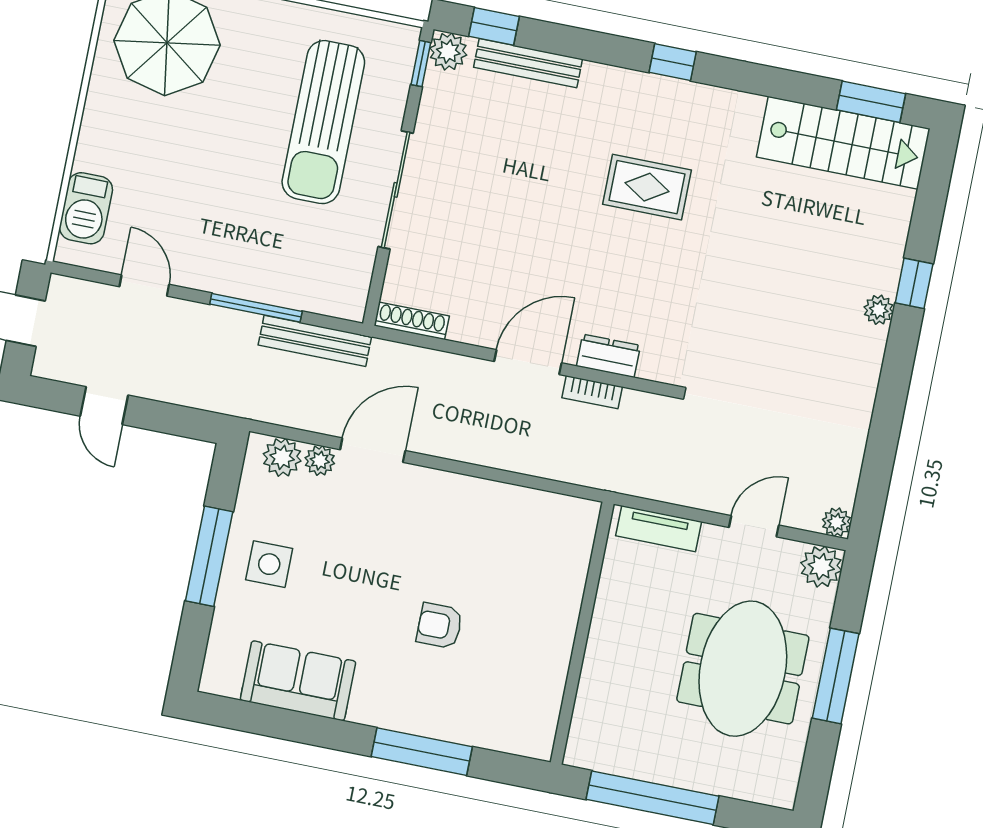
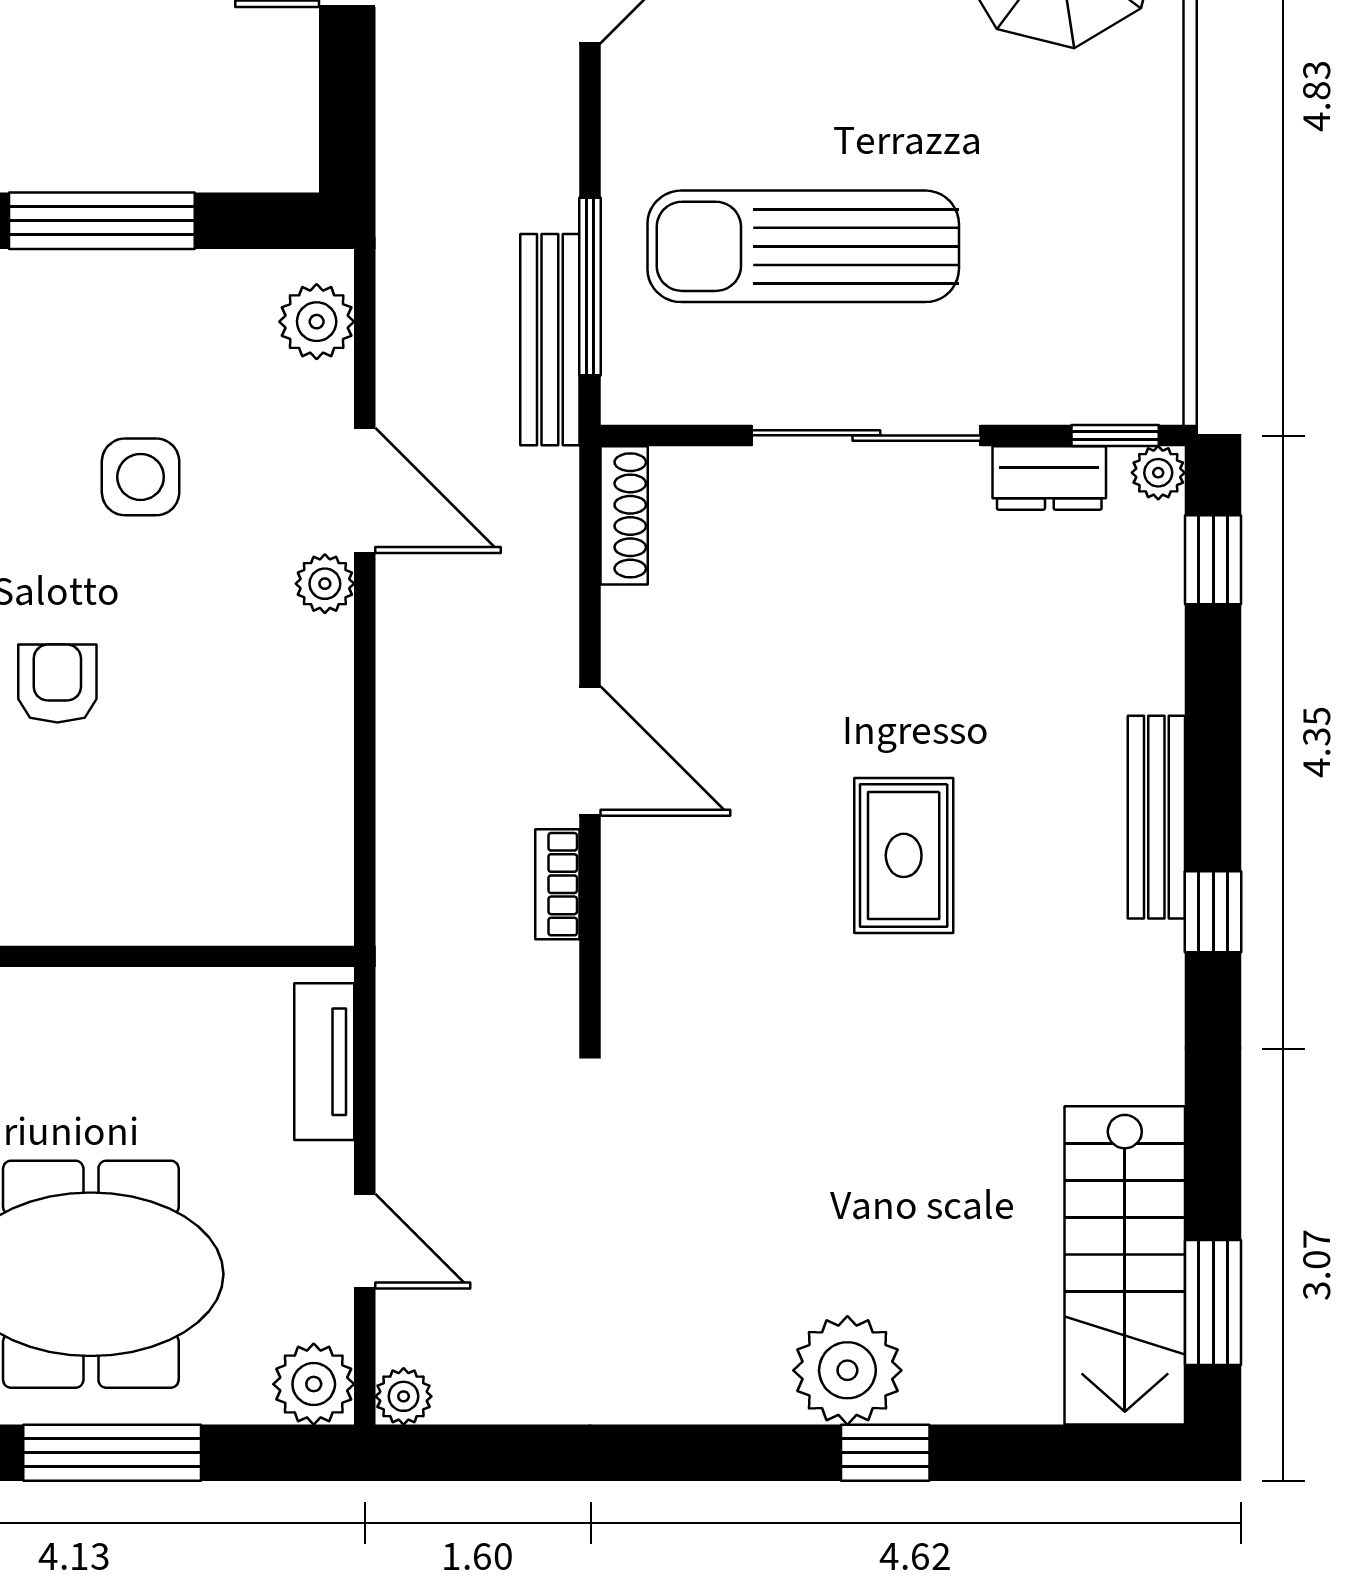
plant: (448, 51) -> (1158, 473), width x0.73, depth x0.73
bench: (528, 63) -> (1156, 817), moved
sun lounger: (323, 122) -> (803, 246), moved
rug: (647, 187) -> (904, 855), moved
window: (256, 308) -> (590, 286), moved
plant: (879, 310) -> (847, 1370), width x1.88, depth x1.88
dresser: (608, 356) -> (1049, 478), moved, turned 90
plant: (320, 461) -> (325, 584), moved
side table: (269, 564) -> (141, 477), moved

